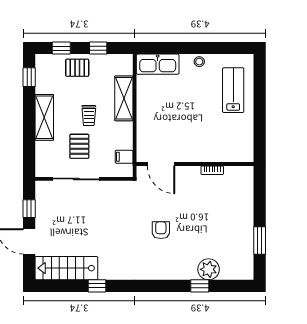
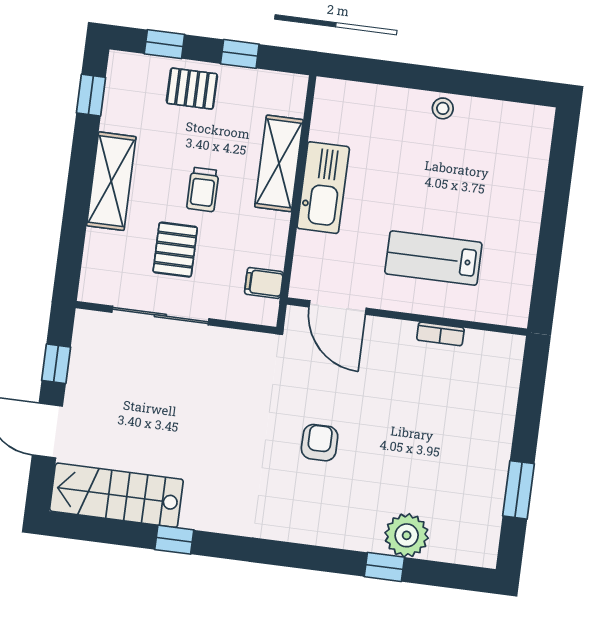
kitchen sink: (158, 64) -> (323, 188), moved, turned -90
lab bench: (233, 90) -> (433, 258), moved, turned -90

